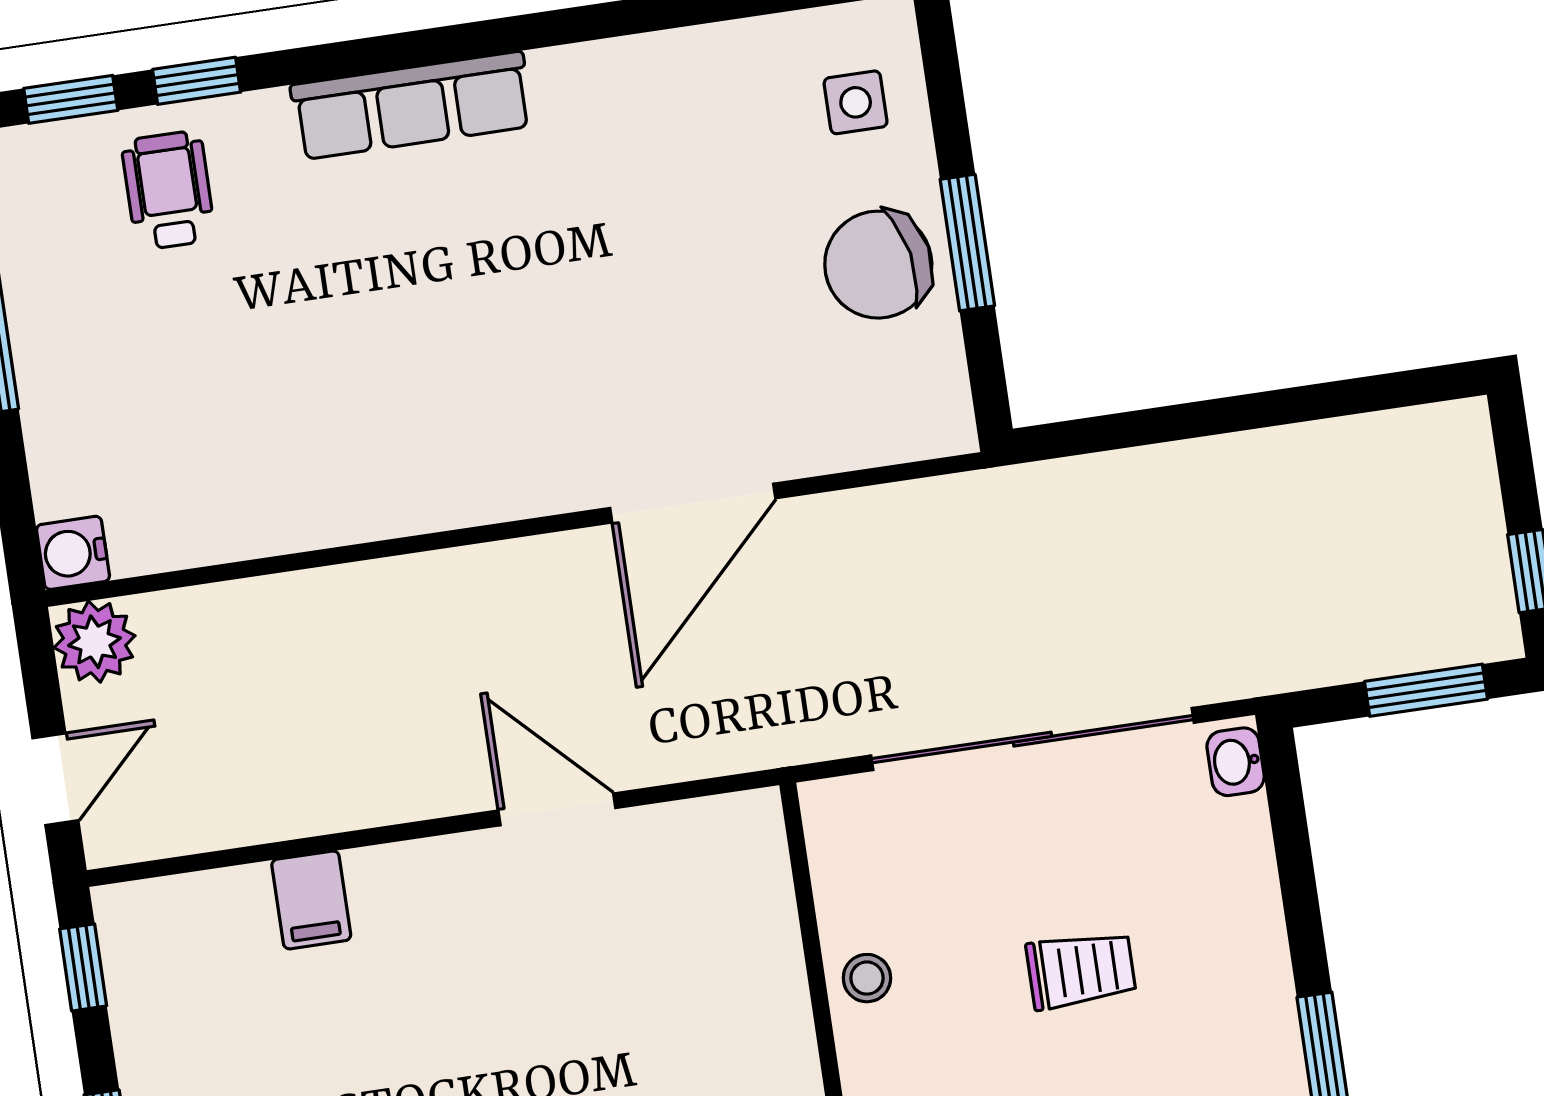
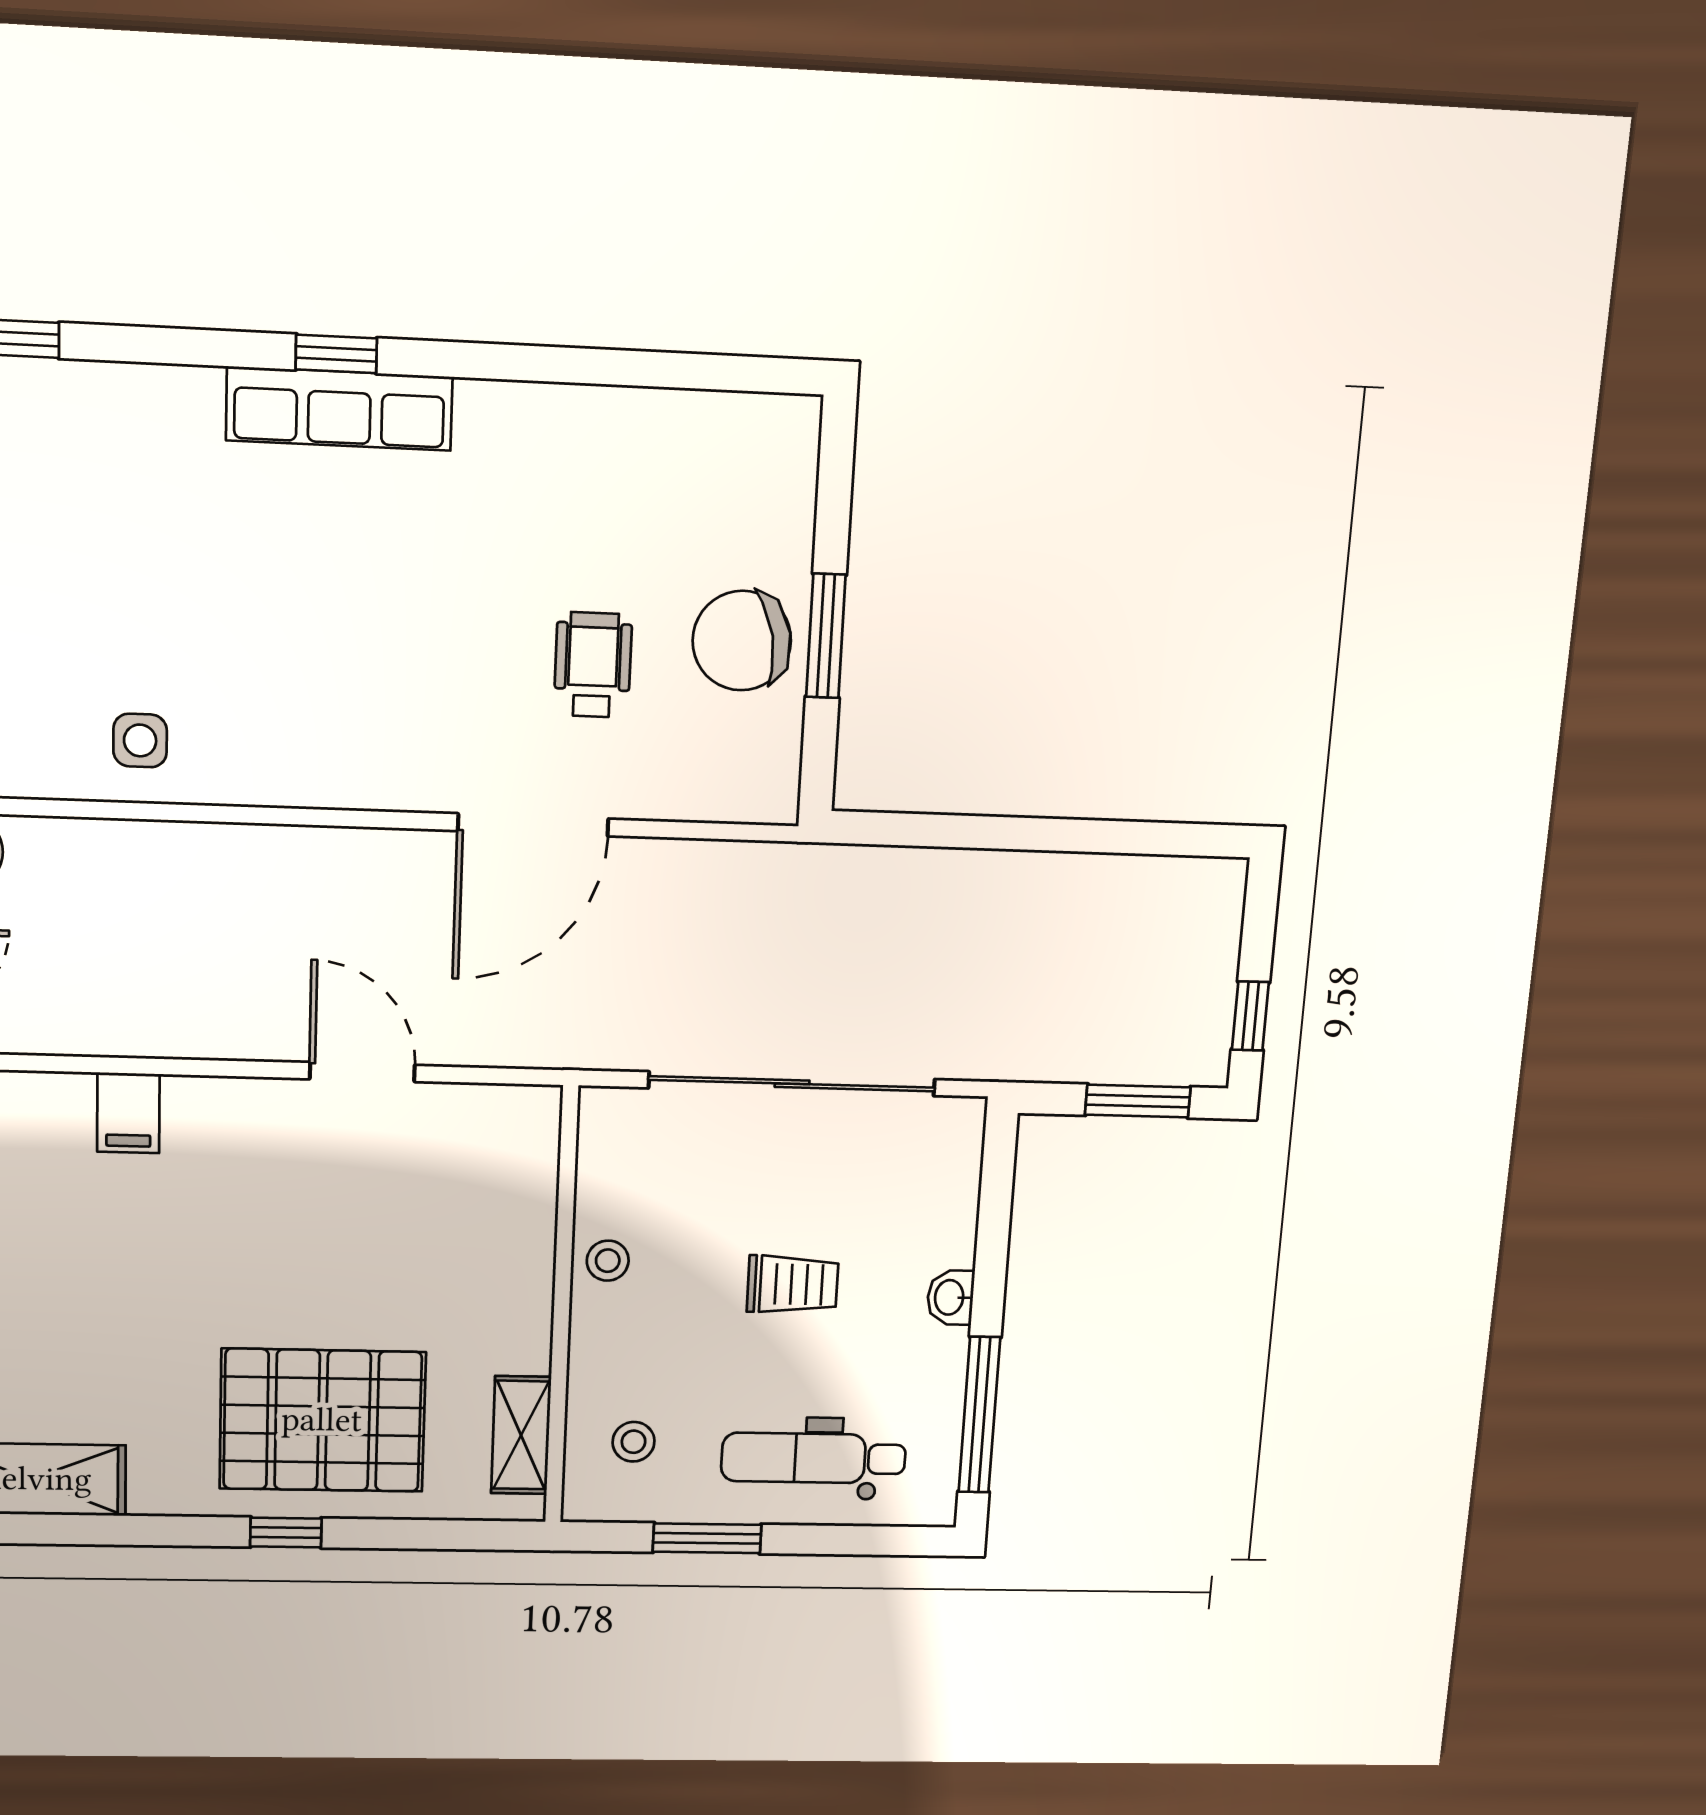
window: (197, 81) -> (336, 354), moved
side table: (856, 102) -> (140, 740), moved
wheelchair: (168, 190) -> (593, 665), moved
washbasin: (1236, 762) -> (950, 1297), moved

